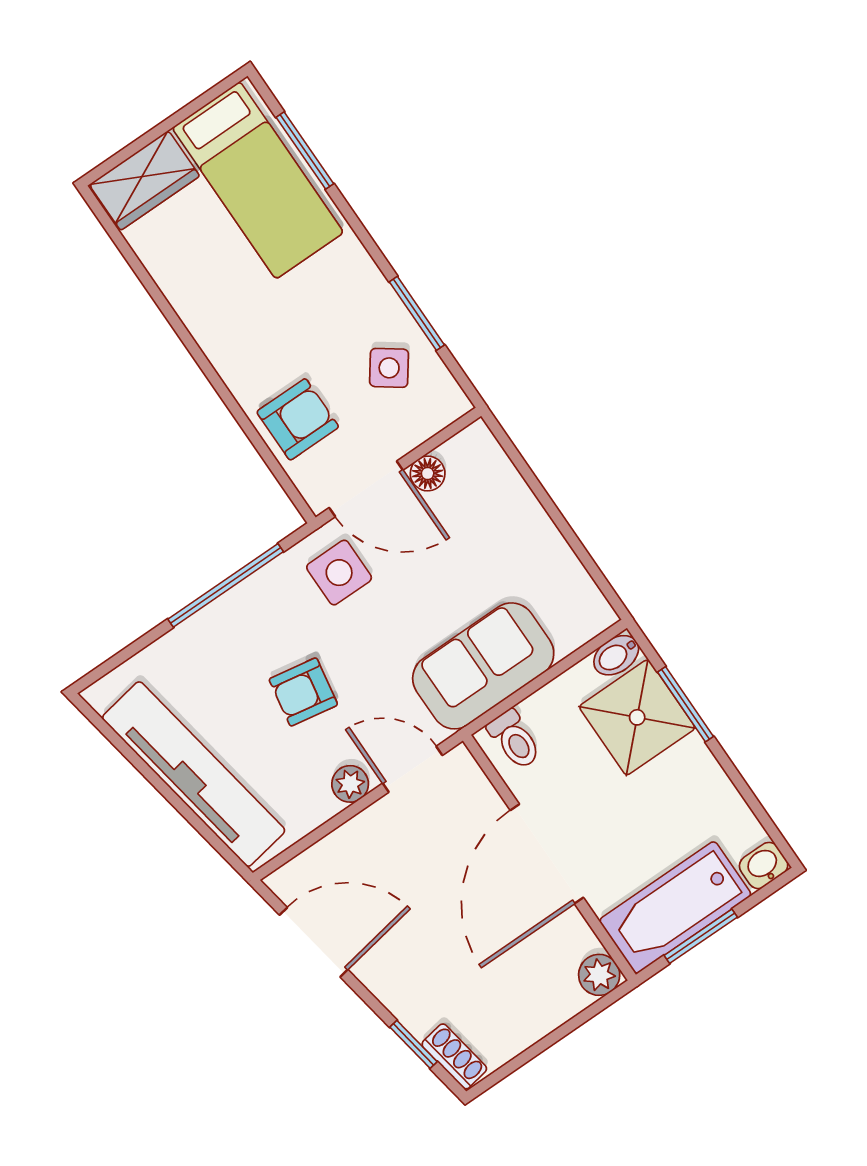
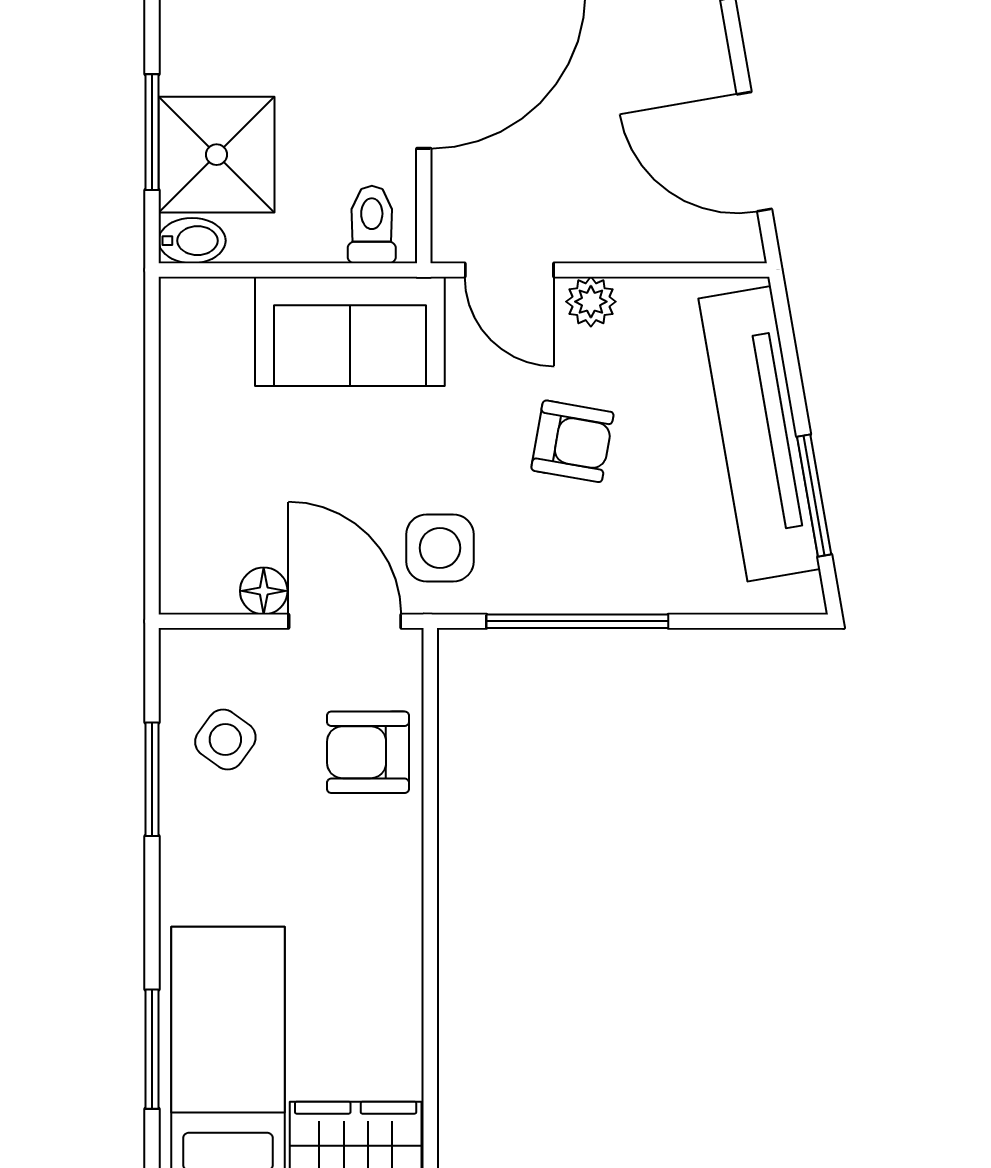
window: (135, 759) -> (814, 496), added

